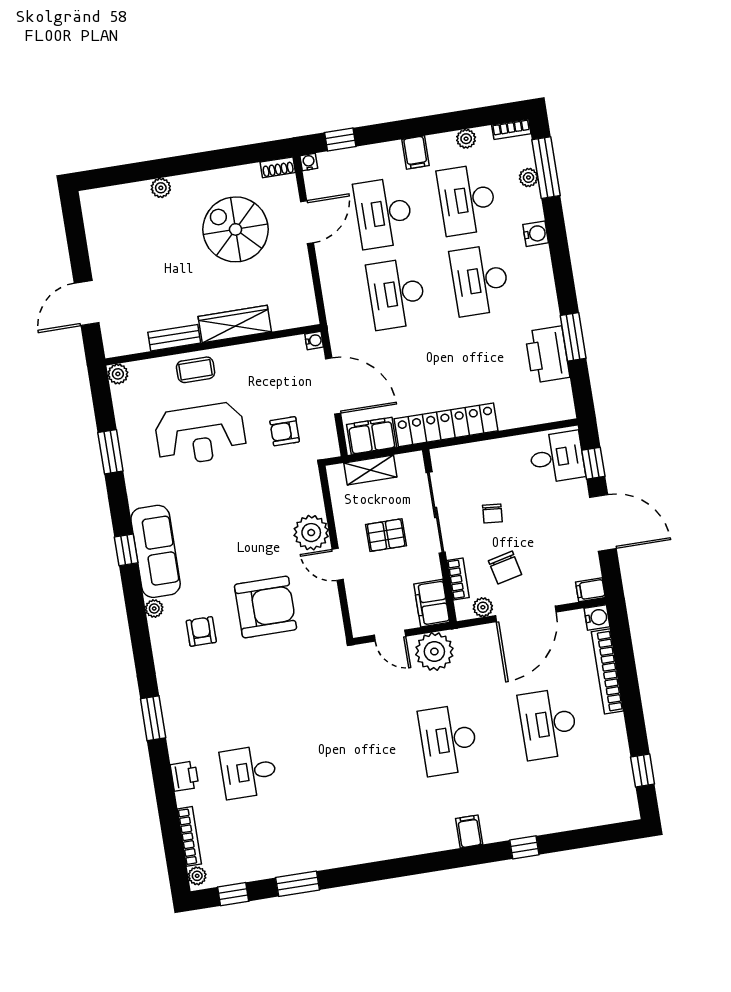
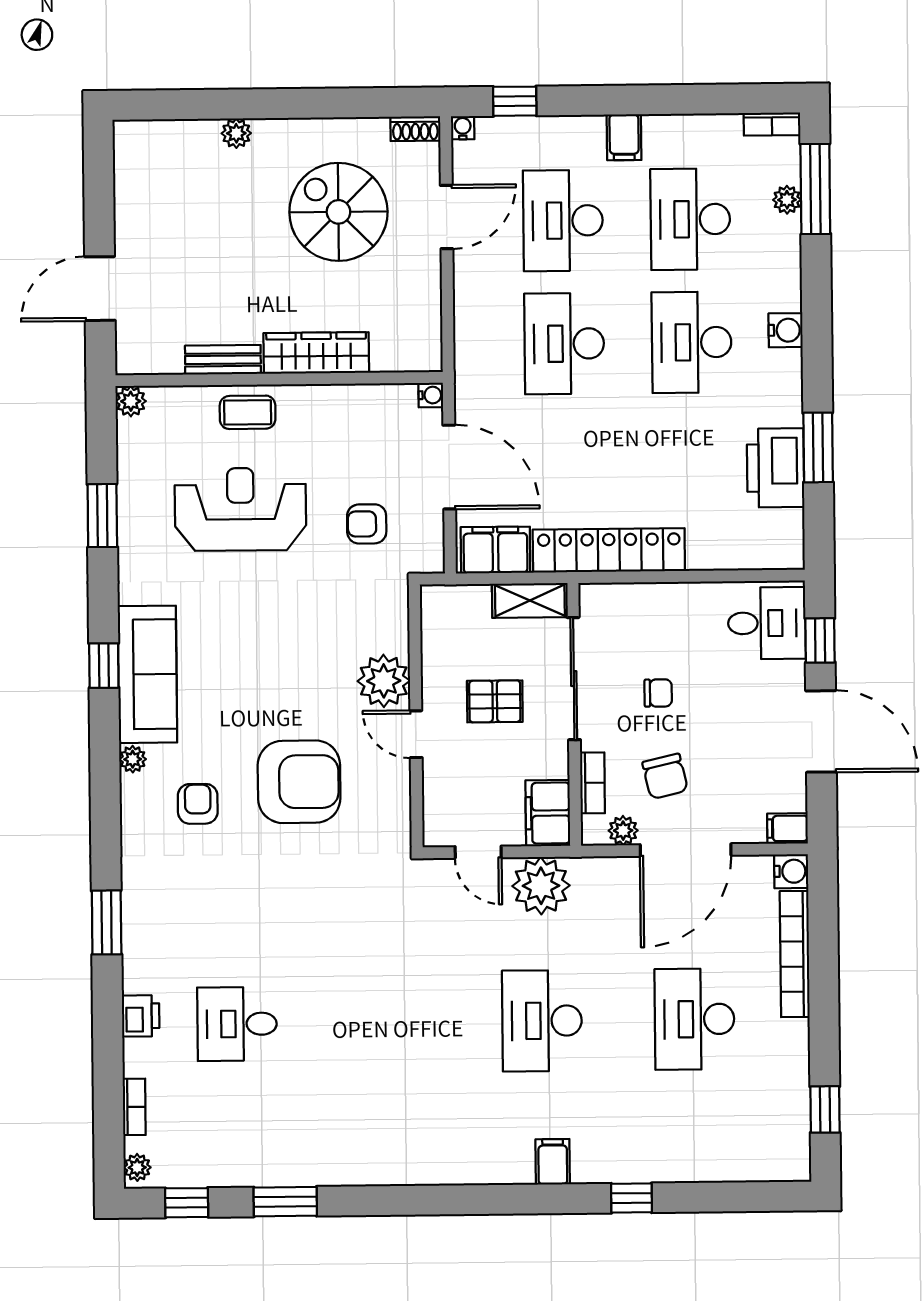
plant: (466, 139) -> (703, 128), removed
water cooler: (536, 234) -> (786, 330), moved
reception desk: (200, 434) -> (240, 509), turned 180
shelving: (370, 470) -> (530, 600), moved
chair: (492, 514) -> (658, 693), turned -95
bookcase: (189, 836) -> (134, 1107), width x0.64

